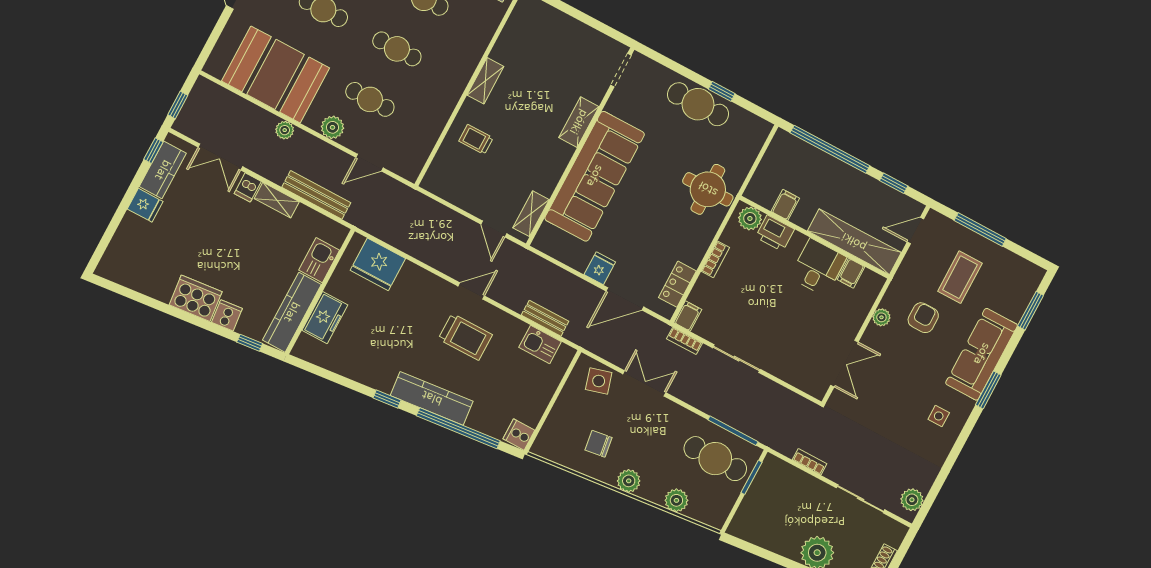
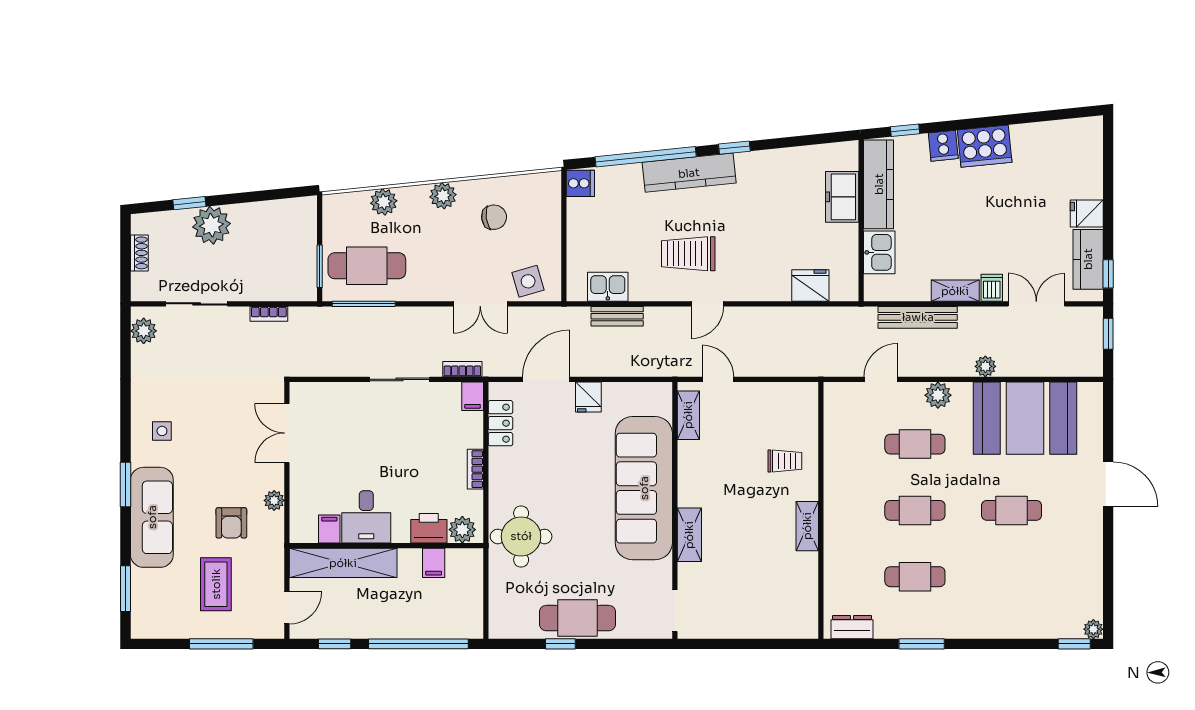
fridge: (378, 264) -> (810, 285), width x0.73, depth x0.75

